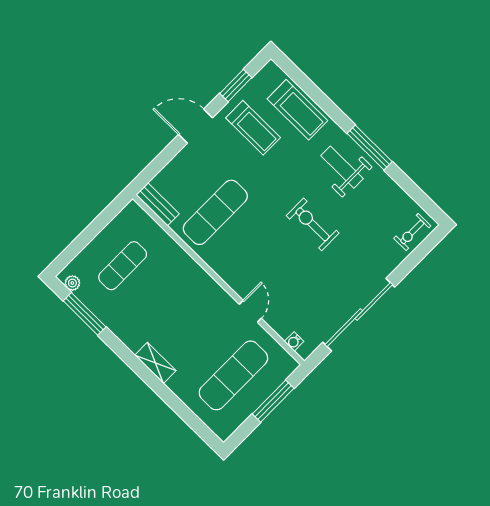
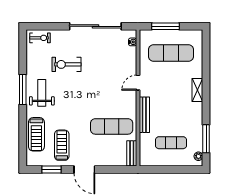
treadmill: (297, 110) -> (36, 134), turned 180
weight bench: (342, 167) -> (42, 93), turned 180
exercise bike: (313, 224) -> (66, 64), moved, turned 90
bench: (190, 267) -> (144, 115), added
door: (250, 311) -> (138, 83), moved

